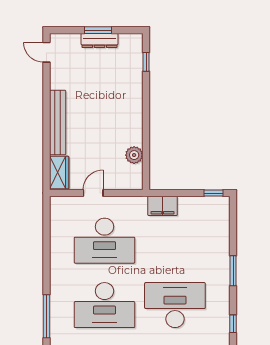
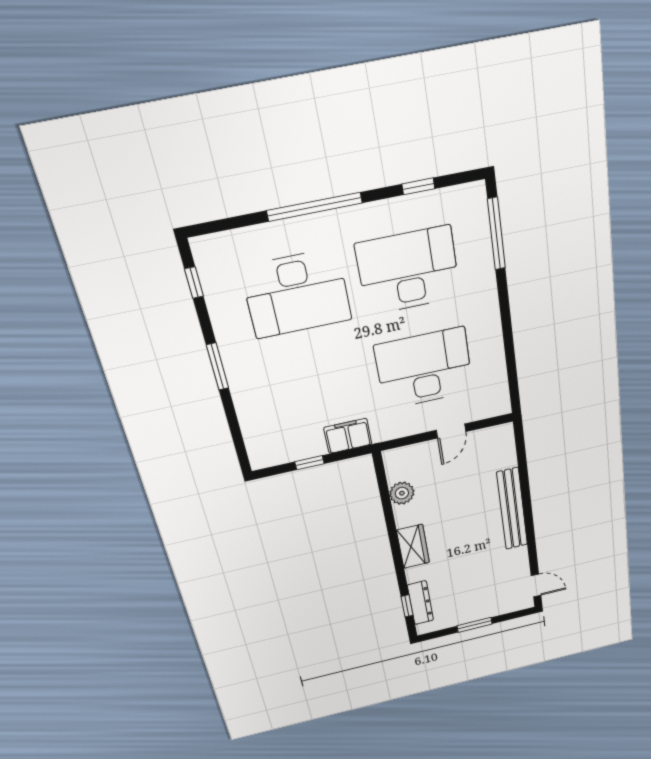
dresser: (99, 40) -> (420, 603), moved, turned 90
wardrobe: (59, 173) -> (413, 546), moved, turned 180
window: (214, 193) -> (310, 463), moved

